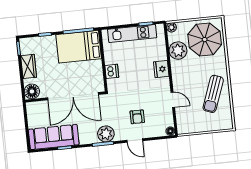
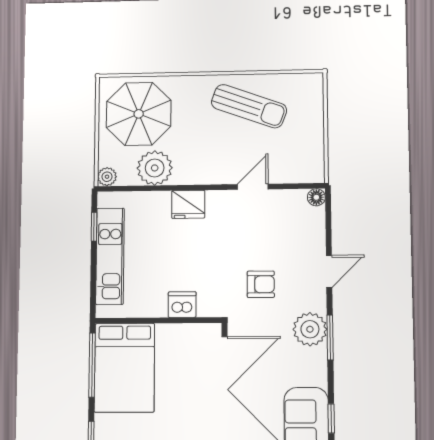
armchair: (137, 117) -> (261, 284), moved

